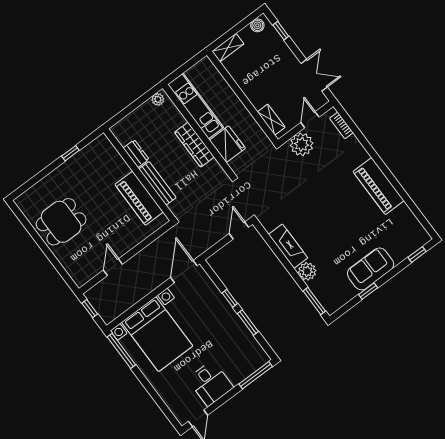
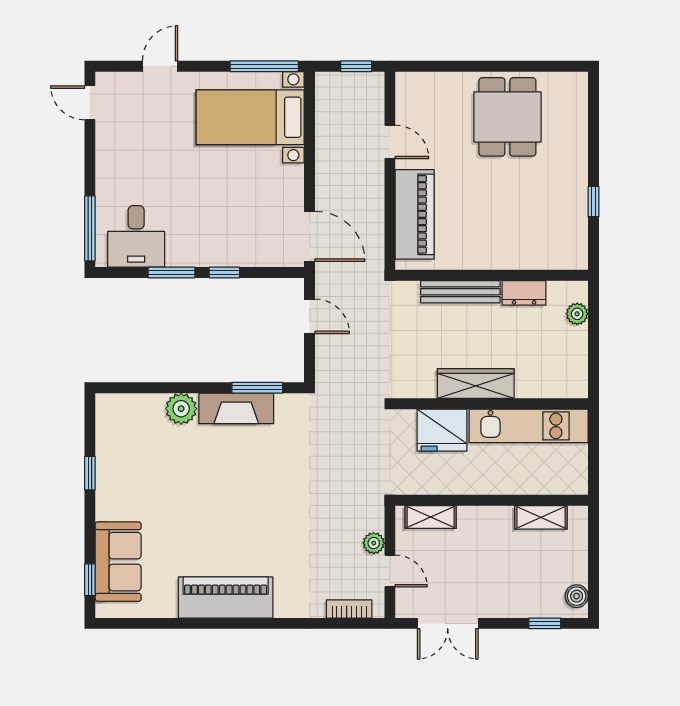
shelving: (228, 48) -> (541, 517), moved, turned 90
plant: (158, 99) -> (577, 314), moved
plant: (302, 144) -> (374, 543), width x0.53, depth x0.53
piano: (139, 198) -> (415, 214), moved, turned 90
door: (239, 230) -> (310, 316), moved
sofa: (371, 269) -> (118, 562), moved
window: (314, 301) -> (257, 388), moved
bed with nightstands: (157, 334) -> (250, 117), width x0.73
desk: (210, 383) -> (136, 236), moved, turned -90
door: (157, 399) -> (160, 66), added

